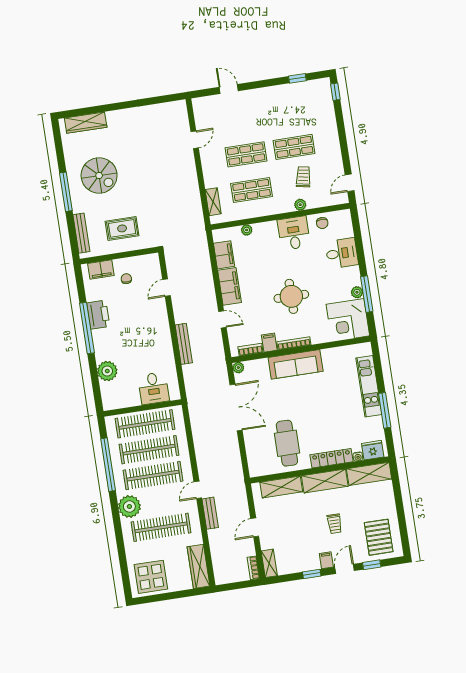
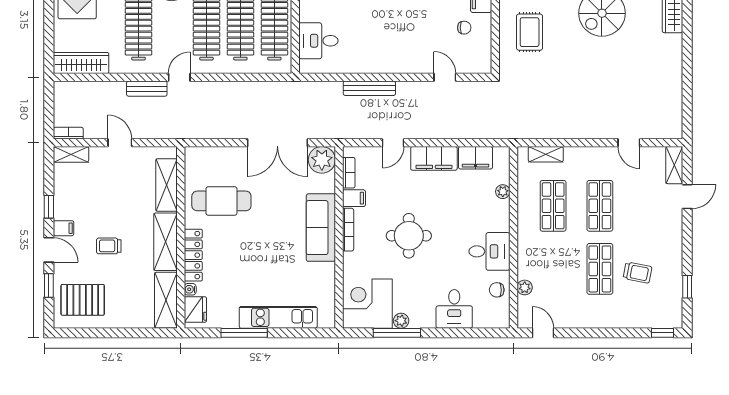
shelving: (206, 103) -> (674, 165), added
trolley: (303, 177) -> (637, 273), moved
plant: (300, 205) -> (525, 287), moved
plant: (238, 368) -> (322, 160), width x1.88, depth x1.88
door: (198, 490) -> (179, 77), hinge flipped

